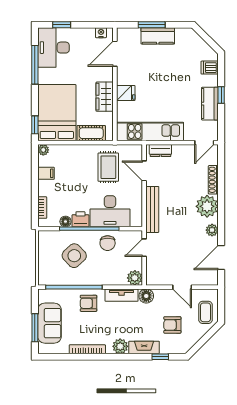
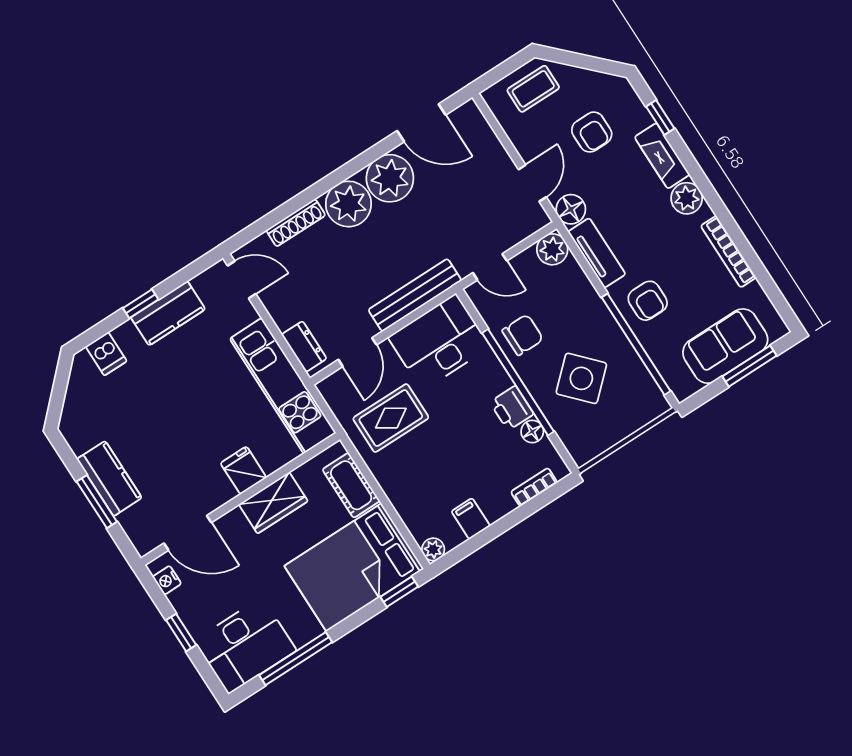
window: (62, 25) -> (181, 633), moved
desk: (110, 211) -> (439, 342), moved, turned -90
plant: (212, 230) -> (390, 178), width x1.88, depth x1.88
door: (182, 287) -> (532, 183), moved

